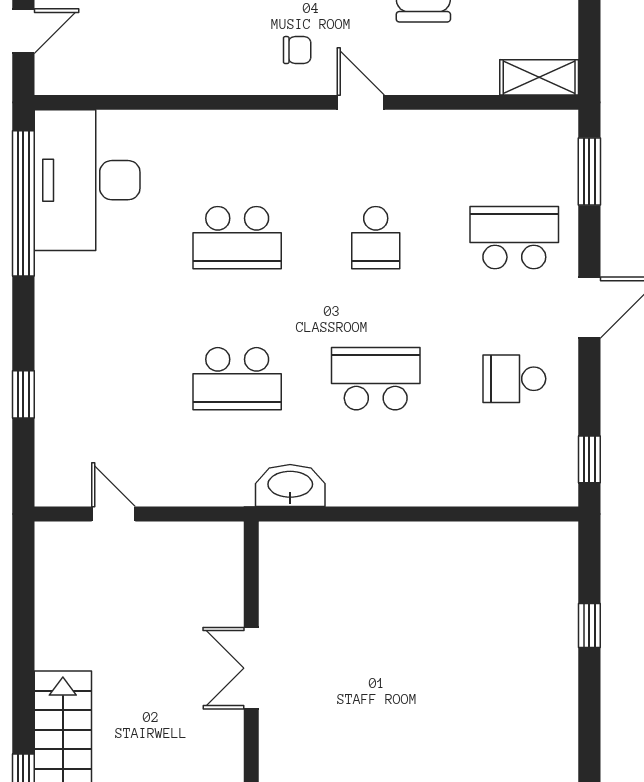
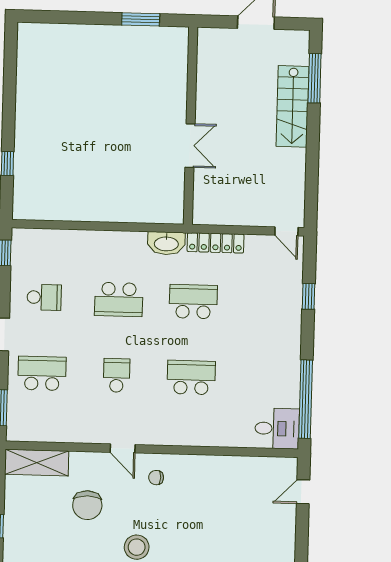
shelving: (539, 77) -> (37, 463), width x1.50, depth x1.33
desk: (87, 180) -> (277, 429), width x0.53, depth x0.77
school desk: (514, 238) -> (42, 373), turned 180
locker: (199, 489) -> (216, 243), added
door: (113, 514) -> (286, 231), moved

